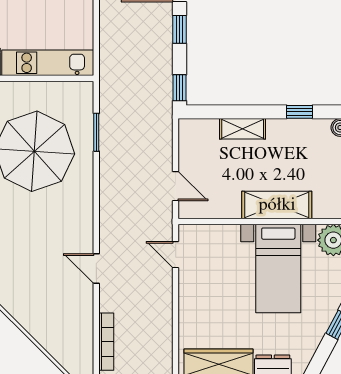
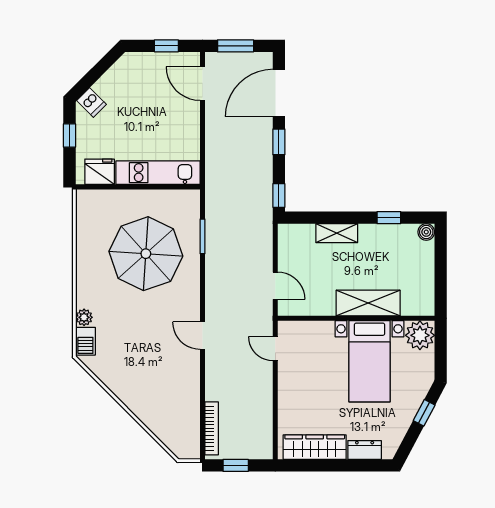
door: (96, 269) -> (203, 336), moved

